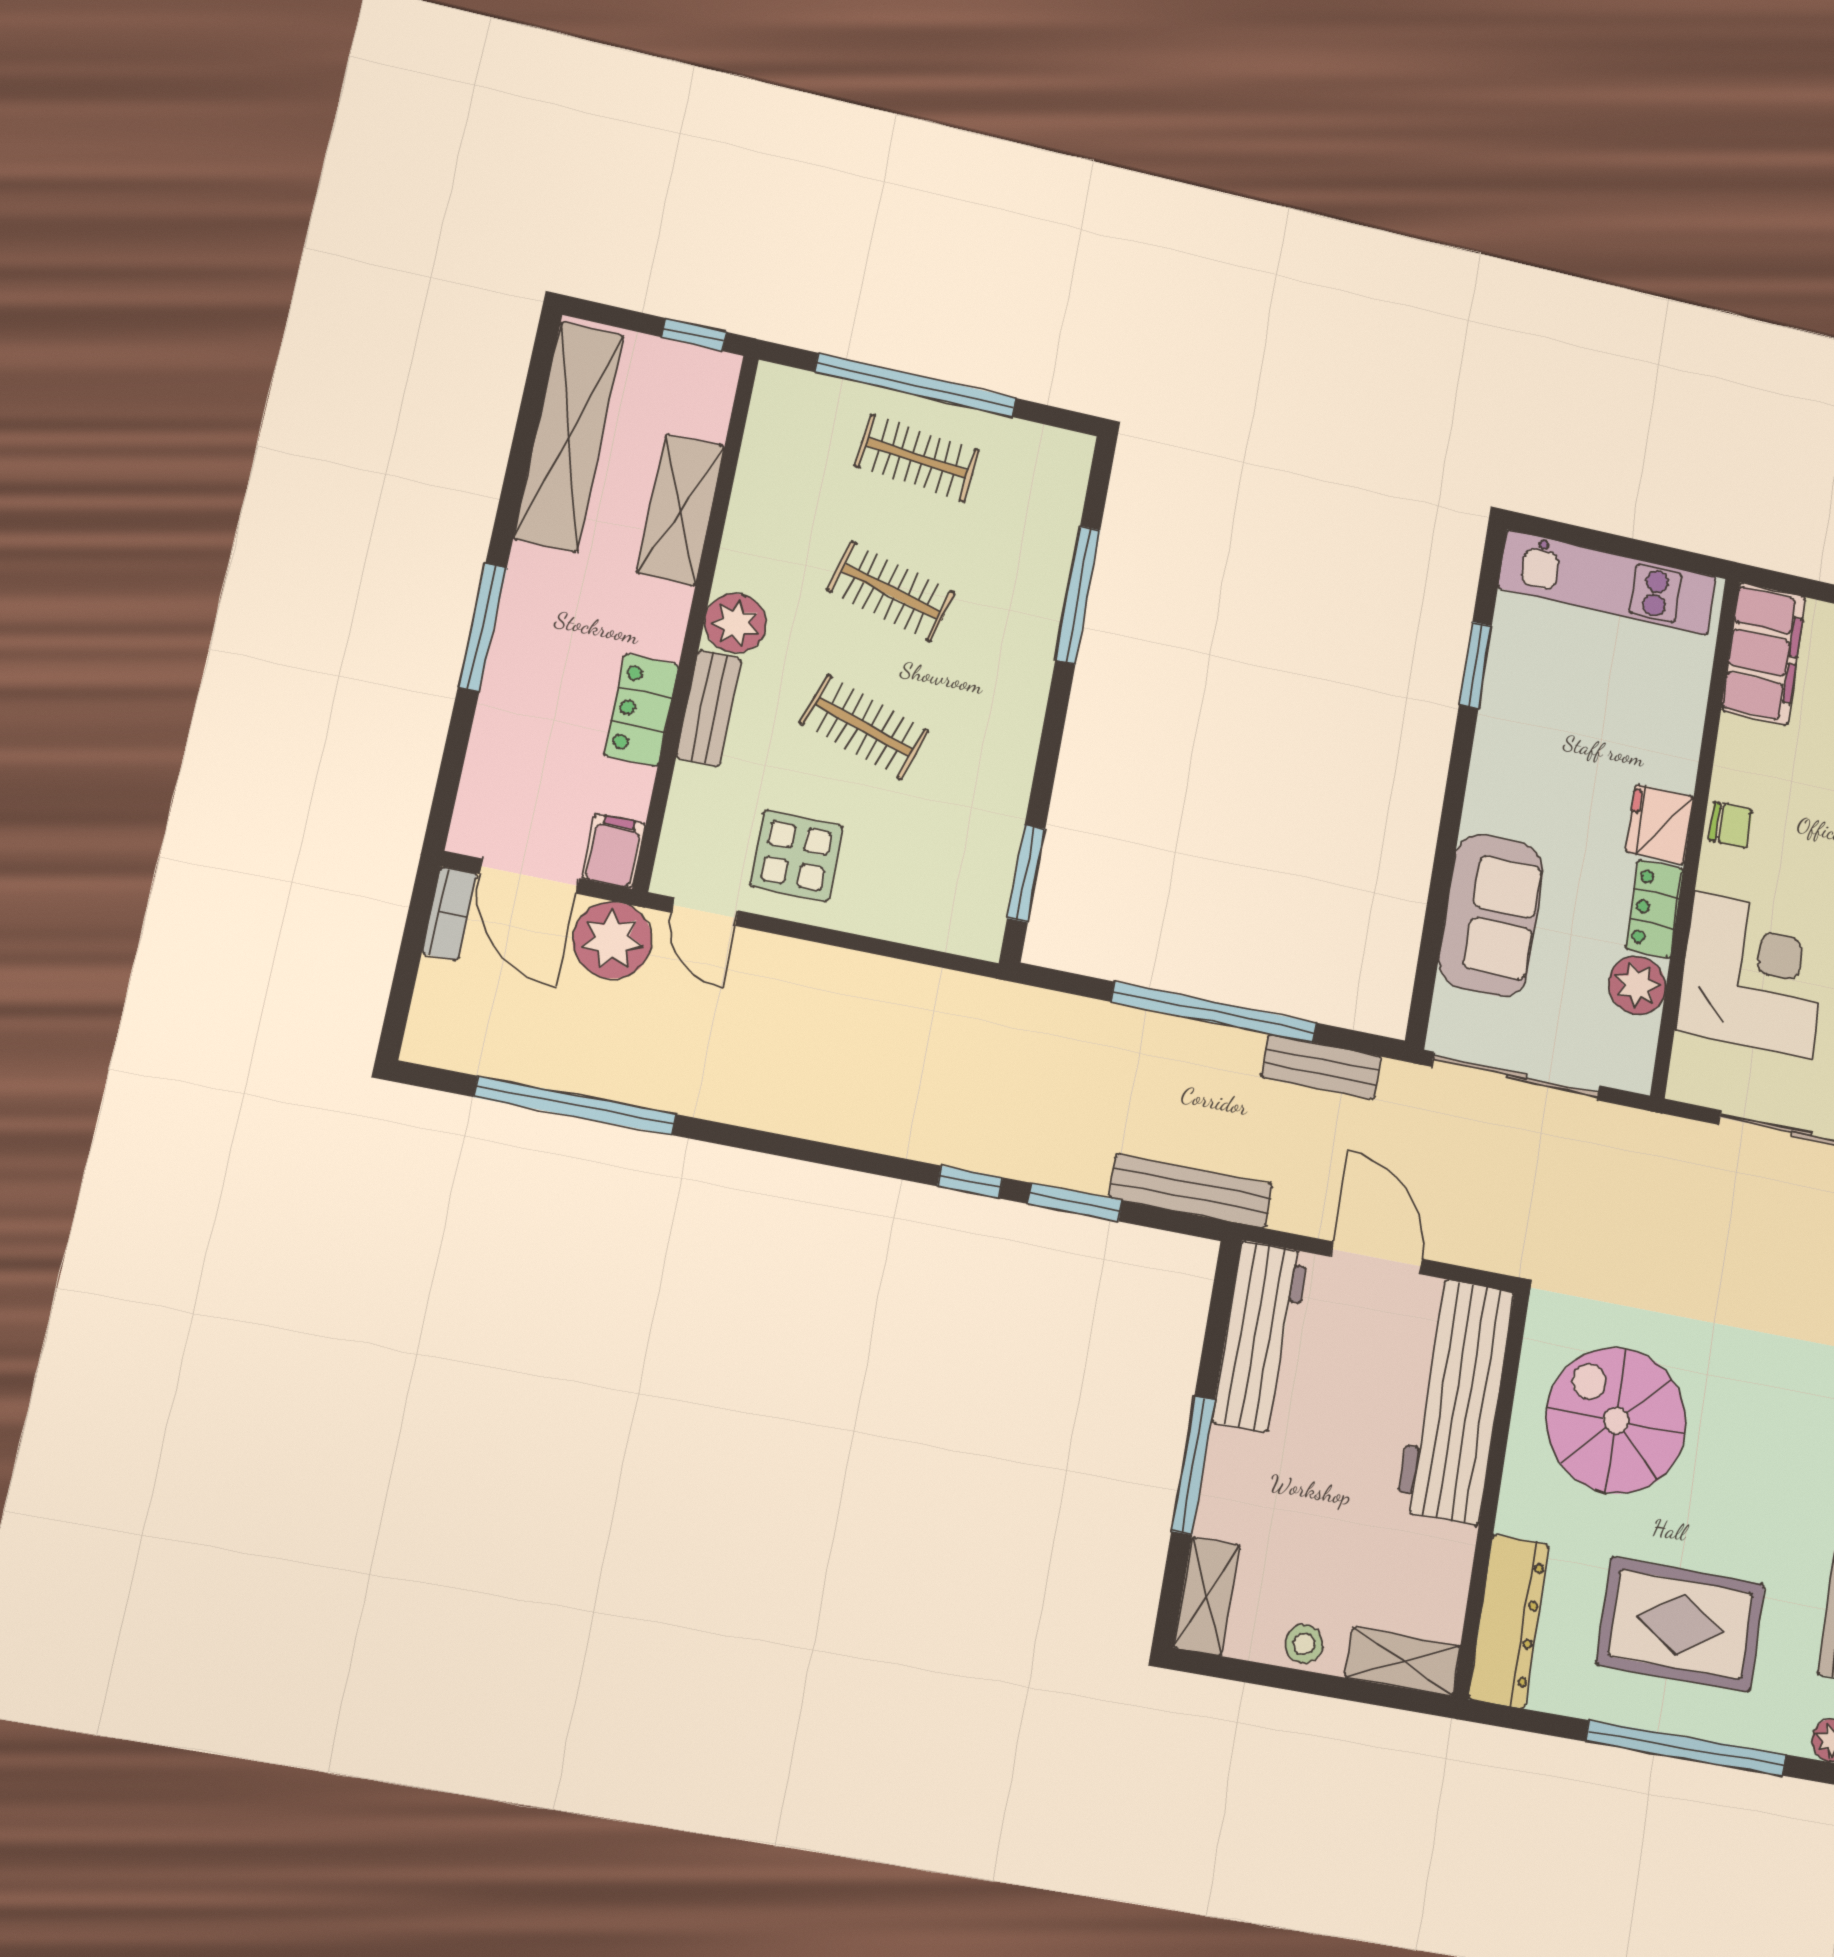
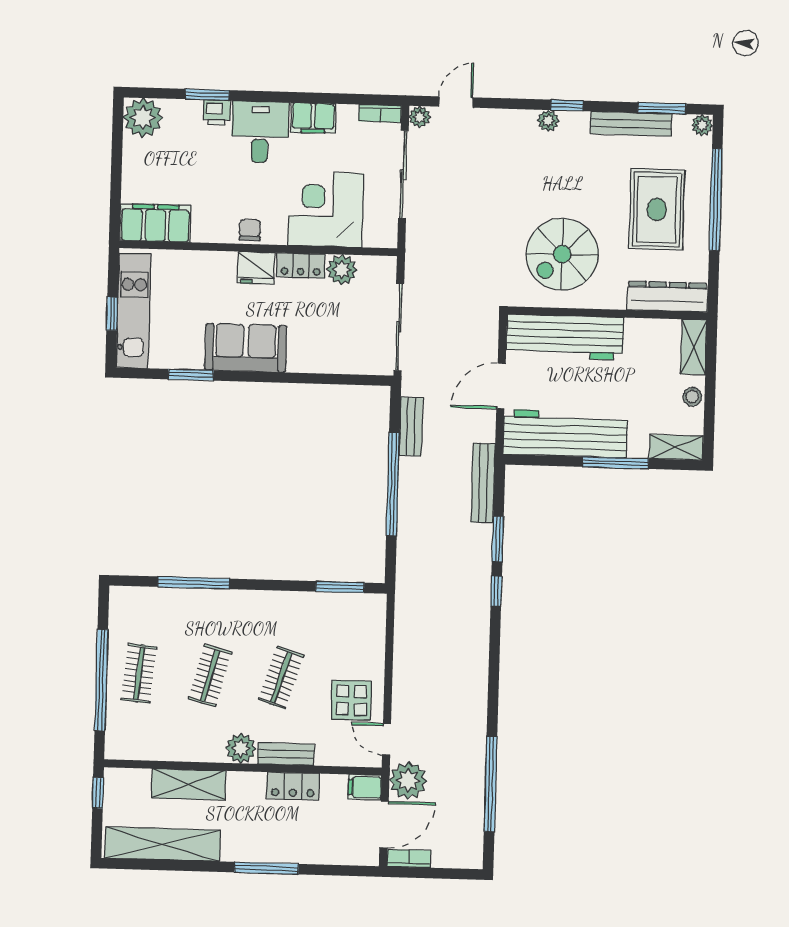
window: (1607, 542) -> (112, 314), added
door: (705, 912) -> (387, 739), swing flipped
sofa: (1491, 915) -> (246, 348), moved
workbench: (1260, 1337) -> (565, 434), width x1.36, depth x1.32

